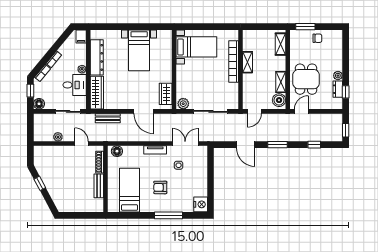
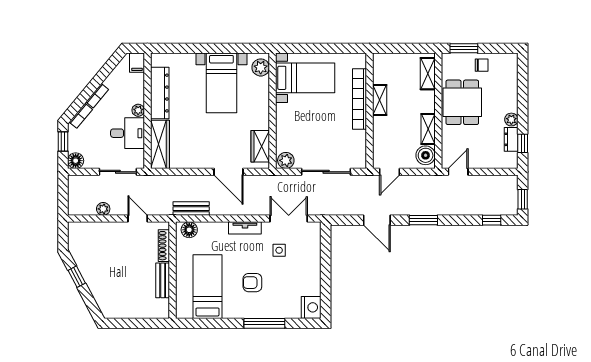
plant: (166, 40) -> (261, 67), added
dining table: (306, 79) -> (462, 102), moved
bench: (108, 118) -> (191, 209), moved
window: (314, 145) -> (492, 220), moved

